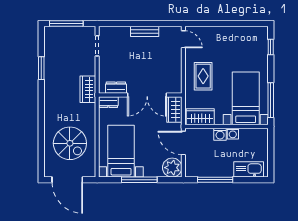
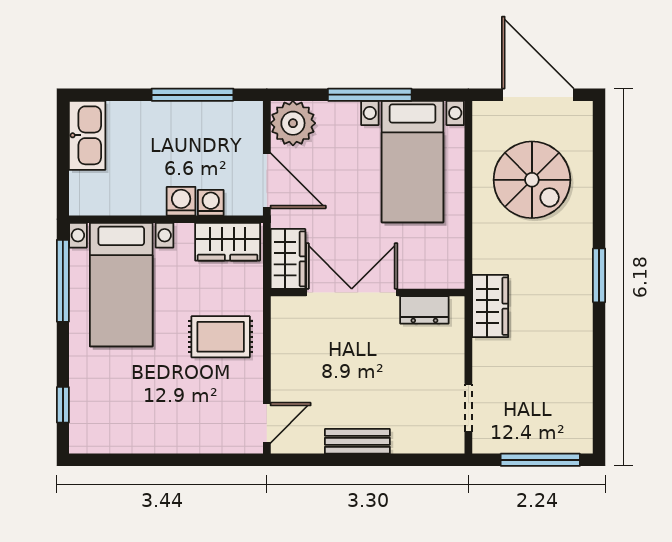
door: (183, 39) -> (267, 423), swing flipped
window: (41, 68) -> (599, 275), moved
rug: (203, 76) -> (221, 337), turned 90
dresser: (108, 102) -> (442, 276), removed
washing machine: (233, 134) -> (211, 203), moved
spiral stairs: (70, 143) -> (532, 180), turned 180
kitchen sink: (249, 169) -> (87, 135), moved, turned -90

